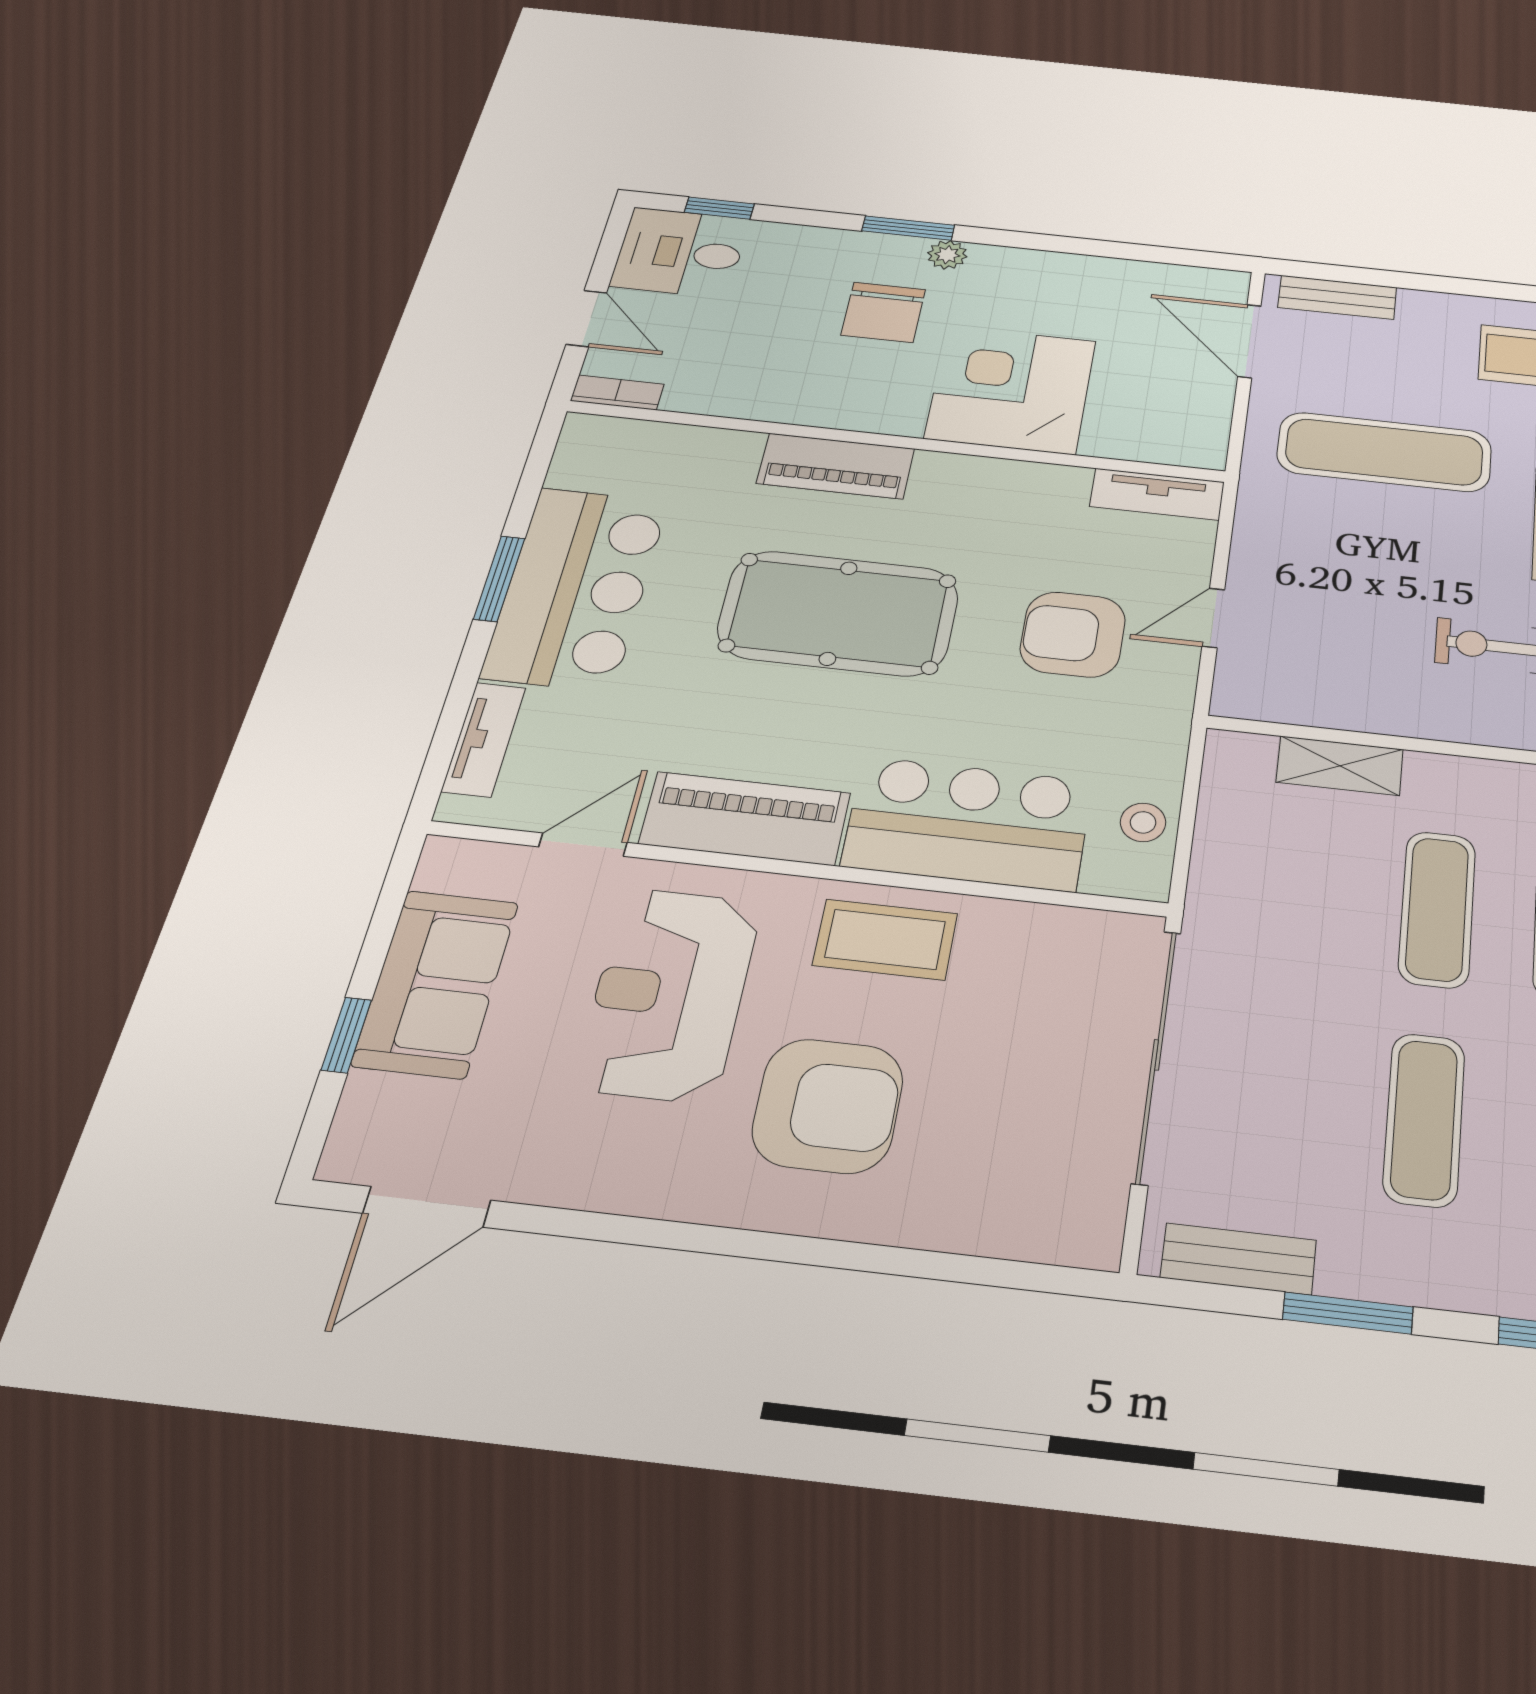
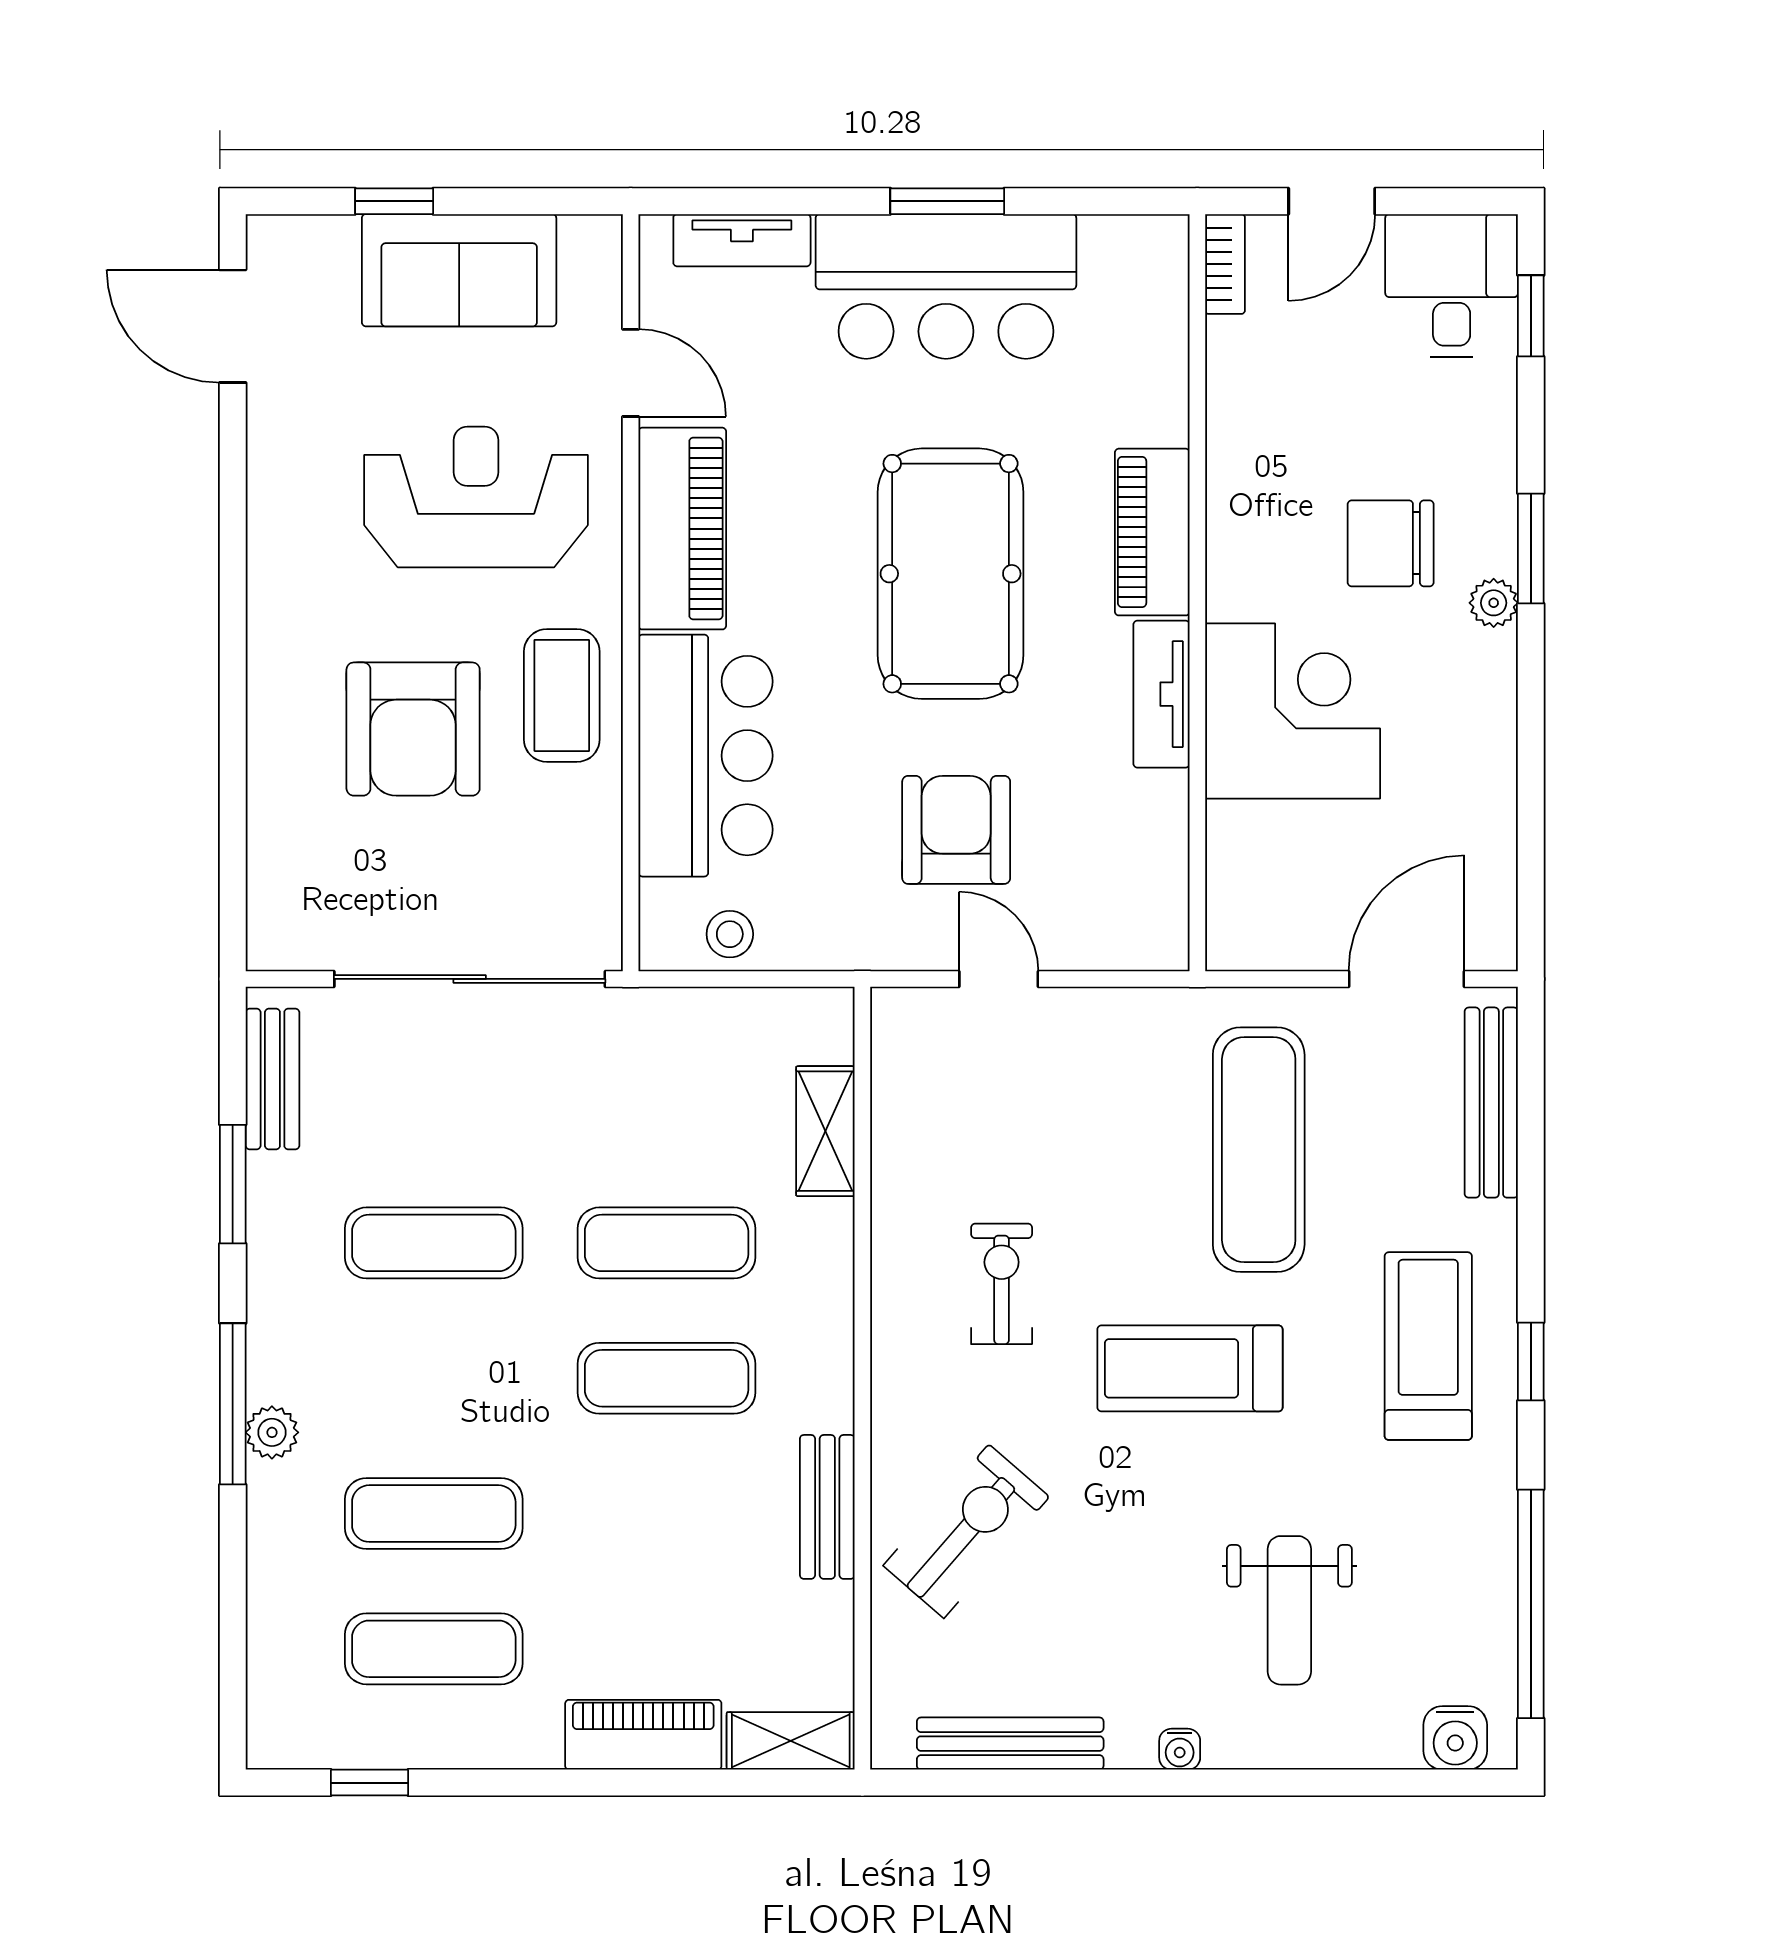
bench: (1337, 297) -> (1491, 1103), width x1.36
tv unit: (1157, 494) -> (1161, 694), moved
armchair: (828, 1106) -> (413, 729), moved

